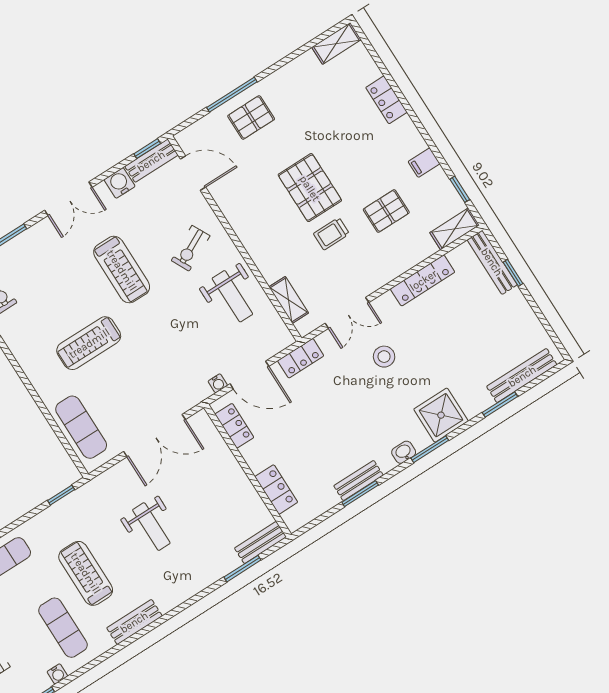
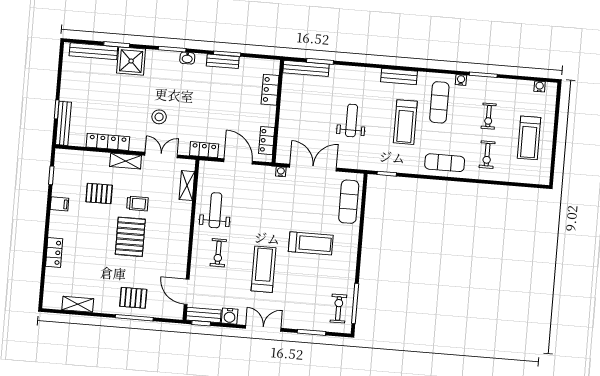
shelving: (336, 43) -> (78, 304), moved
shelving: (455, 229) -> (126, 161), moved
exercise bike: (191, 248) -> (218, 253), turned 117
water cooler: (218, 383) -> (281, 172), moved
shower: (441, 415) -> (131, 61), moved
bench: (260, 543) -> (306, 68), width x1.36

